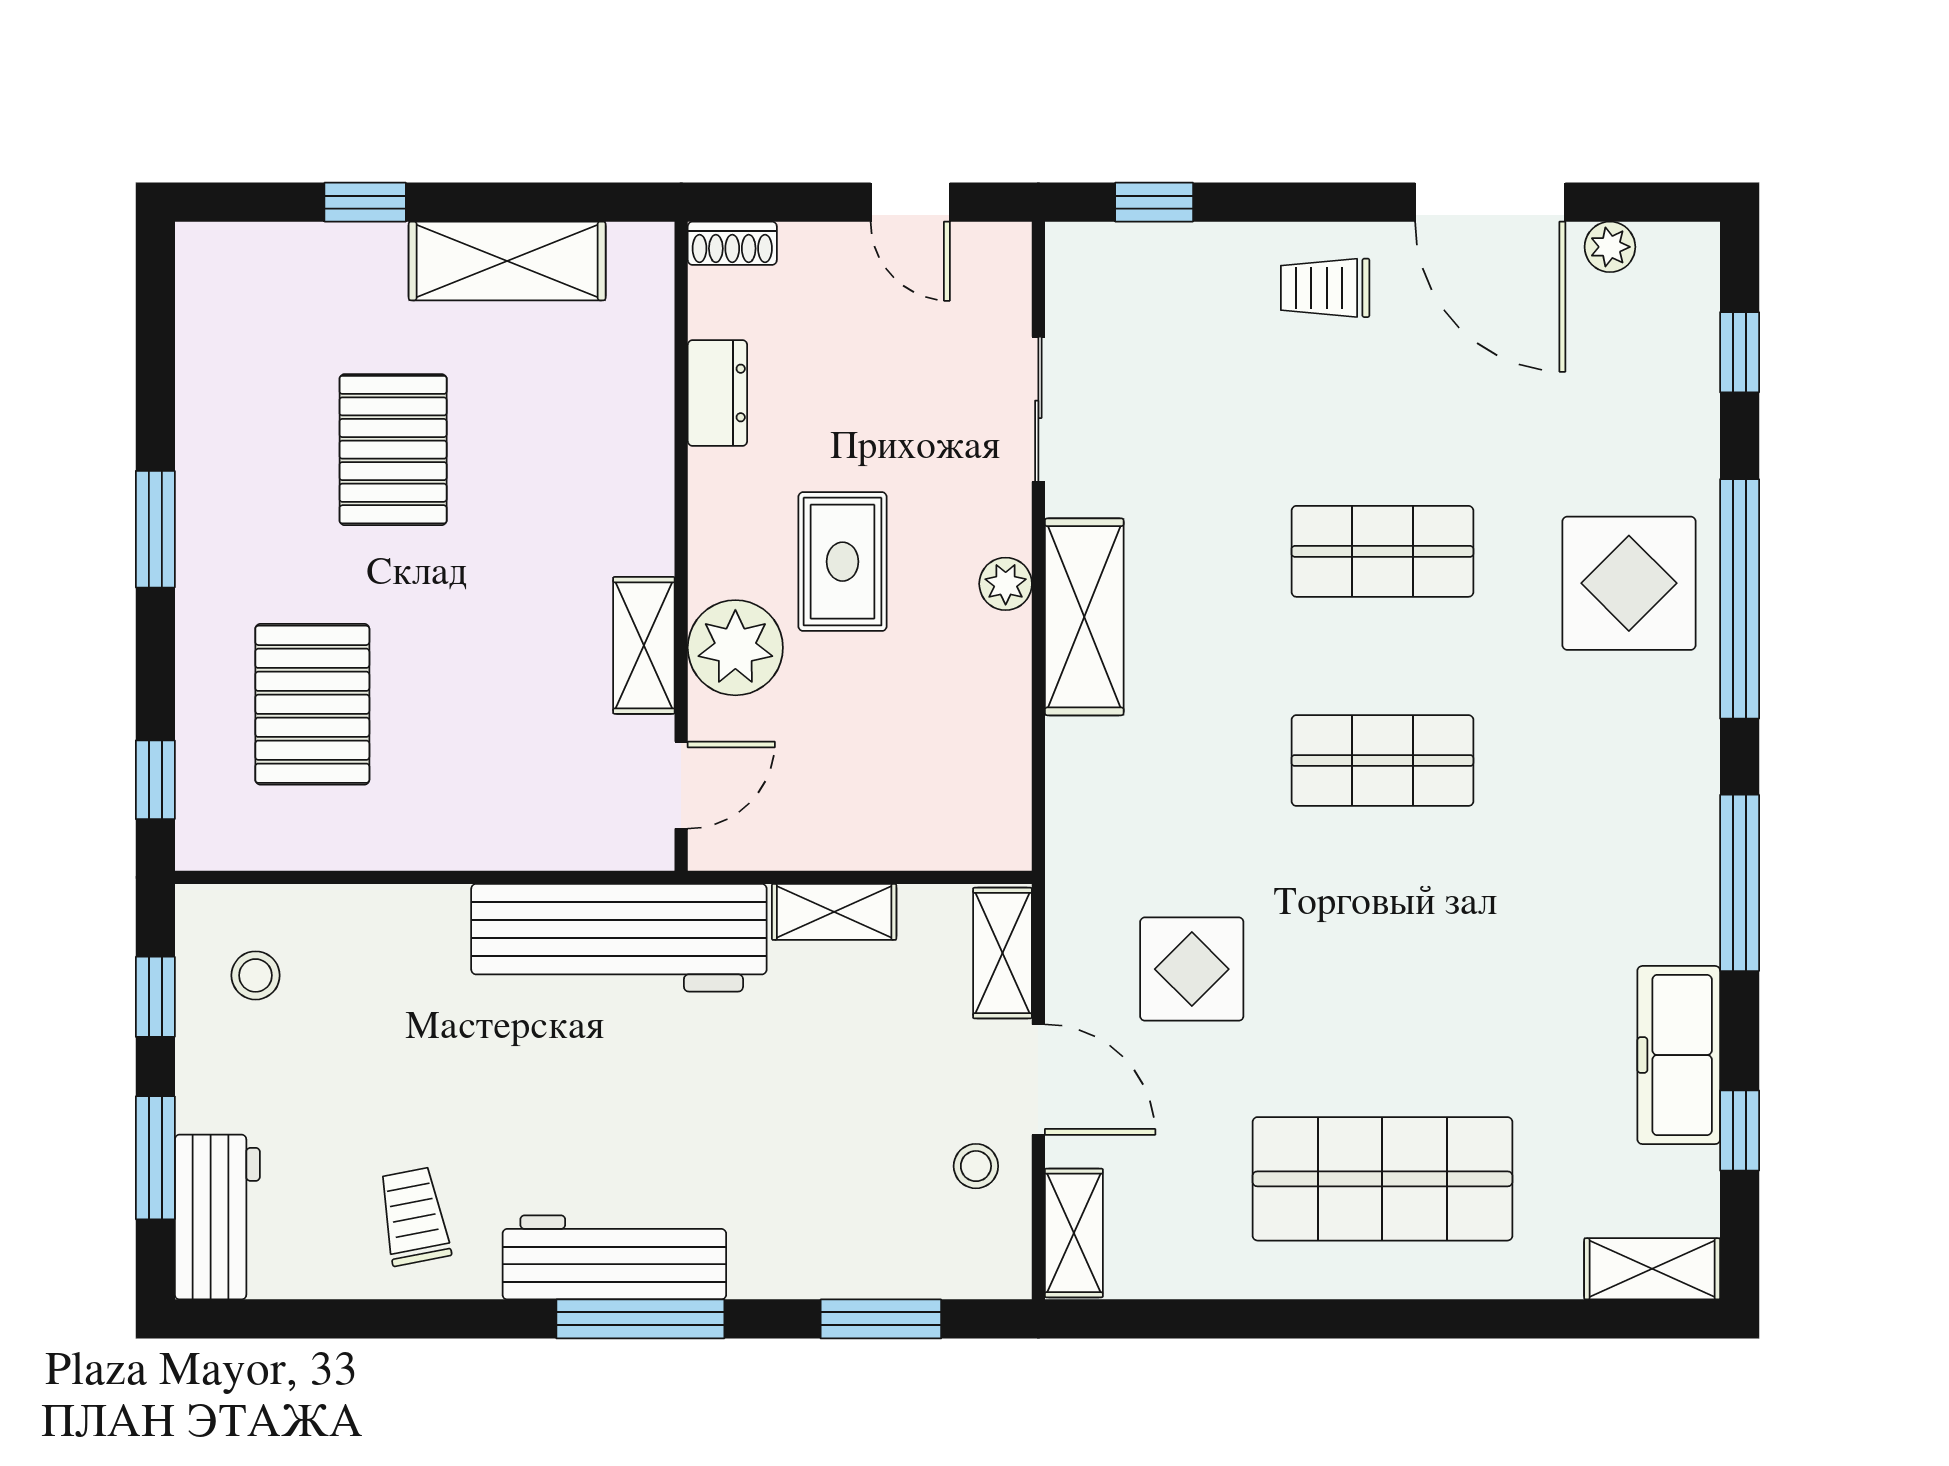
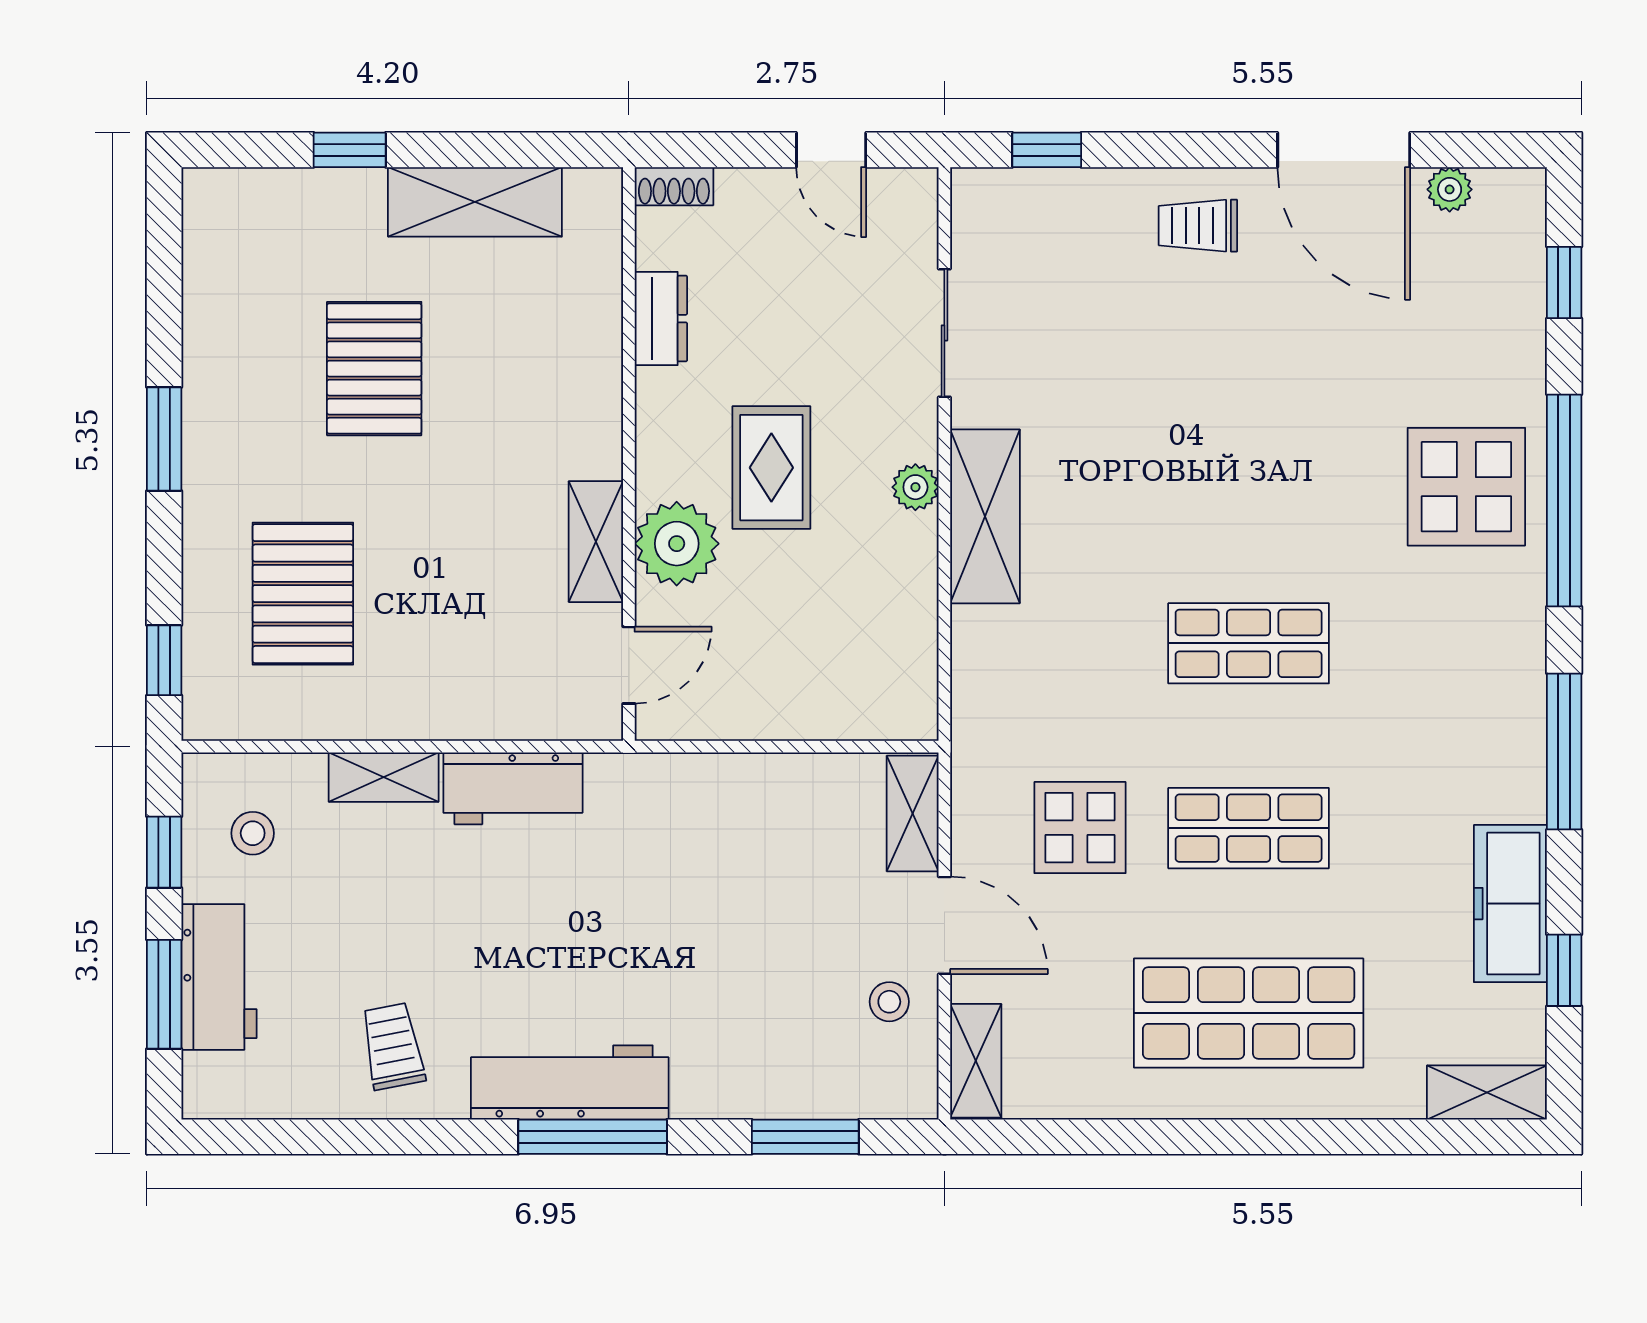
shop shelf: (1382, 551) -> (1249, 828), moved
shelving: (834, 912) -> (384, 777), moved
workbench: (619, 938) -> (513, 788), width x0.53, depth x0.76
workbench: (217, 1217) -> (219, 977), moved

